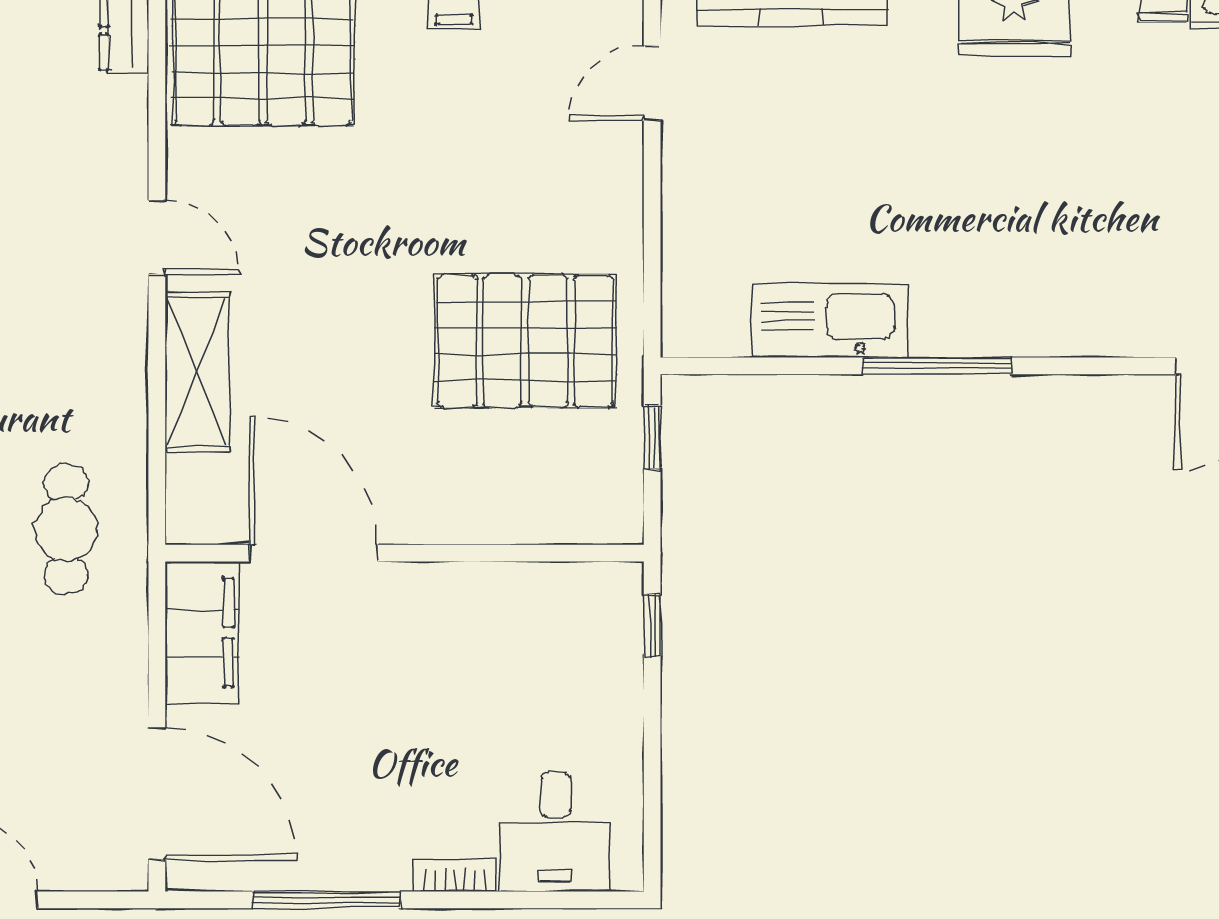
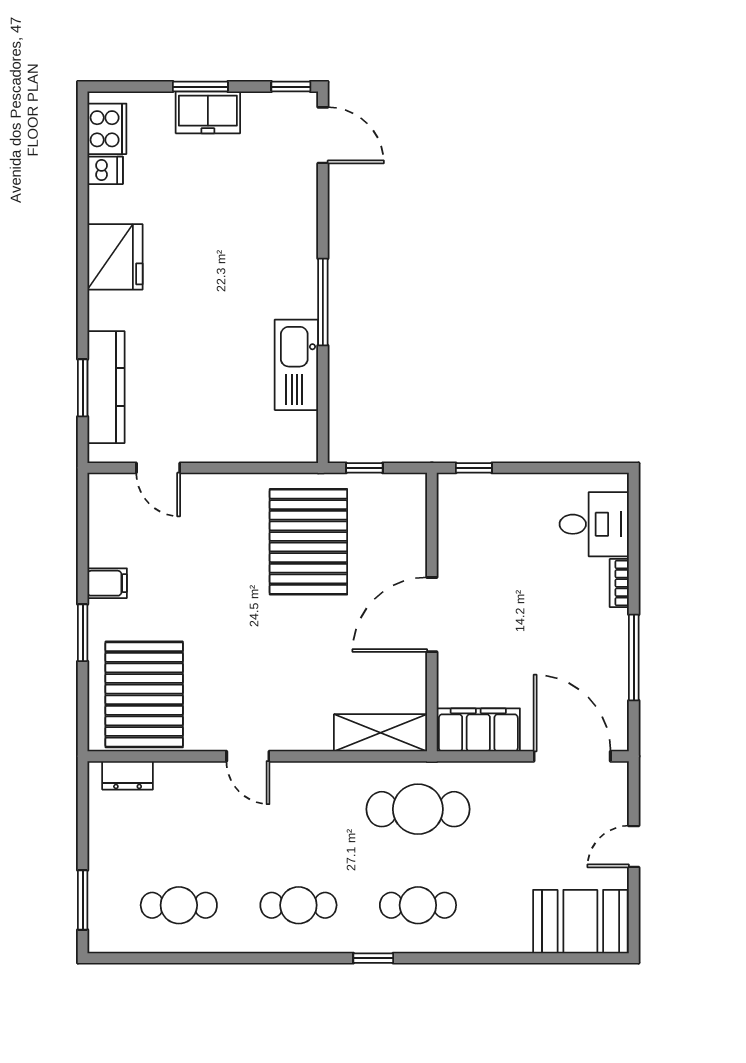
door: (157, 237) -> (248, 756), swing flipped
shelving: (197, 372) -> (380, 733), moved
cafe table: (66, 529) -> (418, 809), width x1.37, depth x1.35
door: (314, 553) -> (432, 615), moved
door: (157, 794) -> (572, 756), hinge flipped

